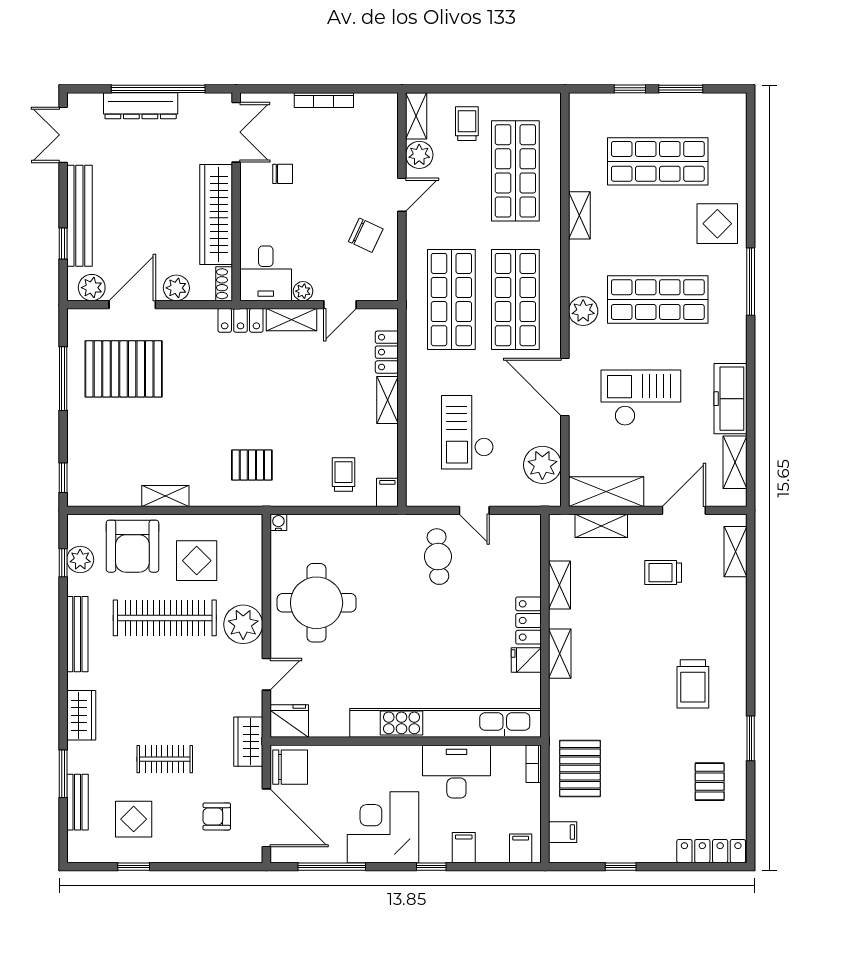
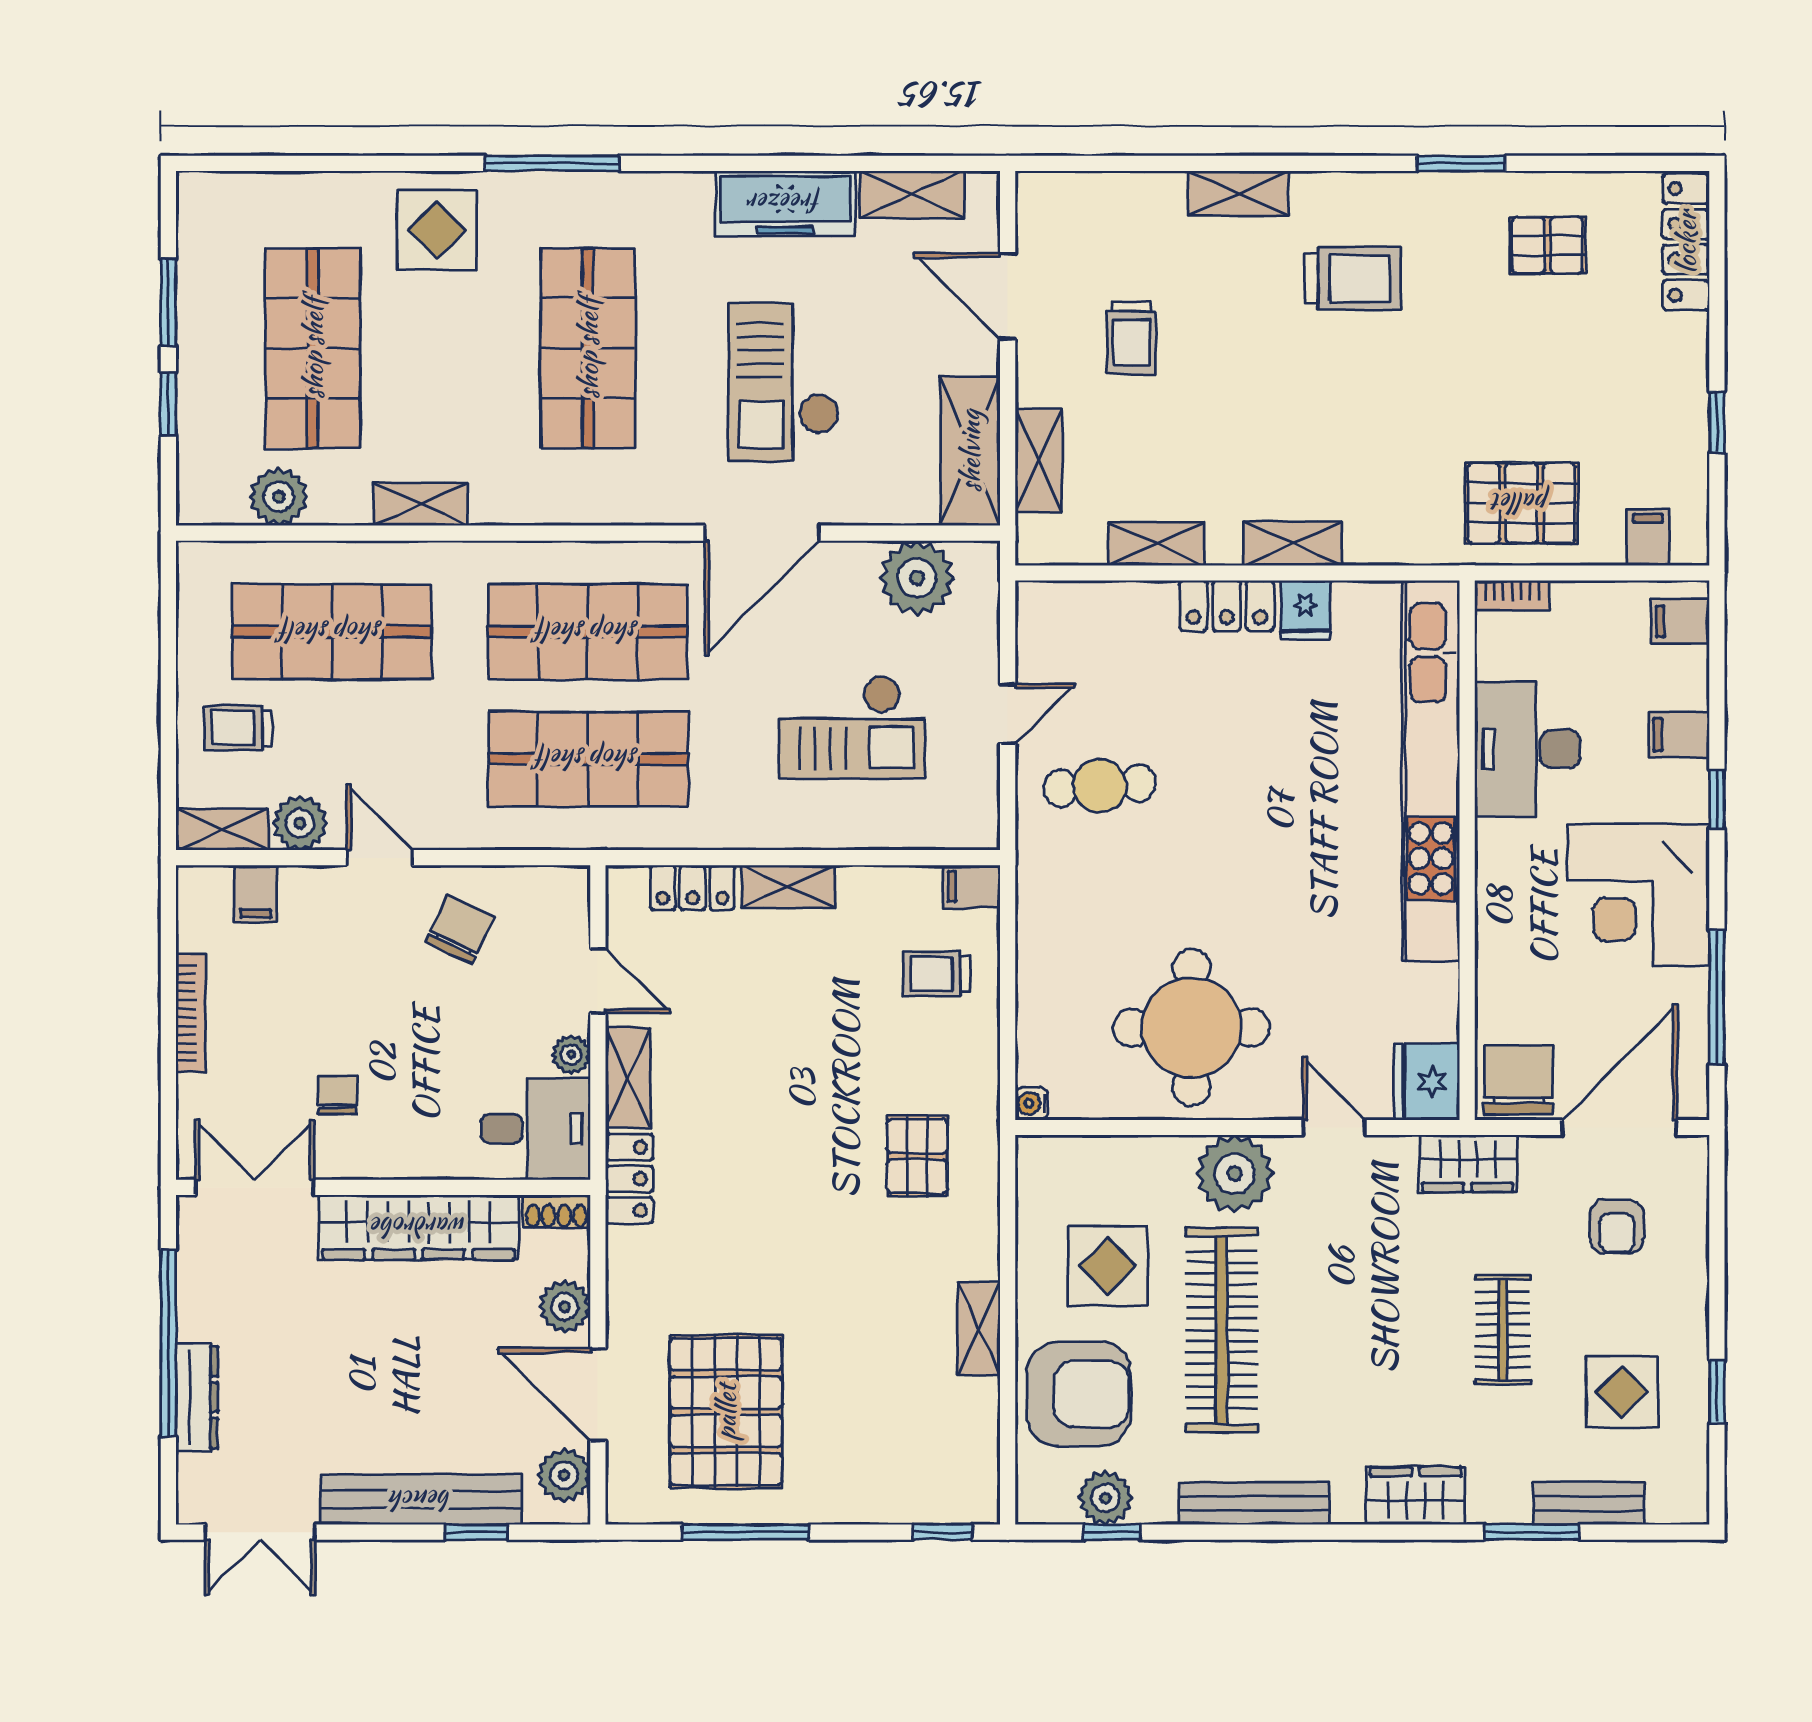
dresser: (141, 106) -> (197, 1397), width x0.73, depth x0.80
filing cabinet: (384, 133) -> (256, 894), added
plant: (583, 311) -> (279, 497), moved
shelving: (736, 552) -> (1238, 193), moved

